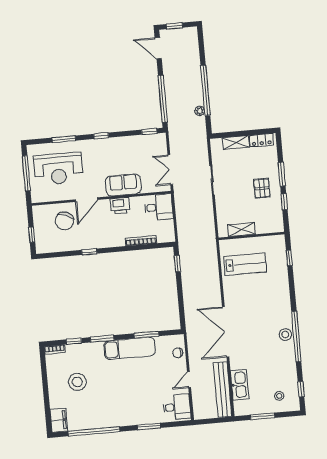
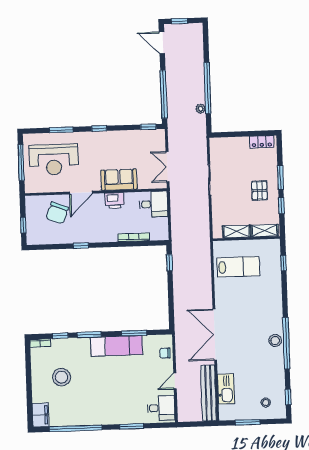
shelving: (236, 142) -> (265, 231), moved

